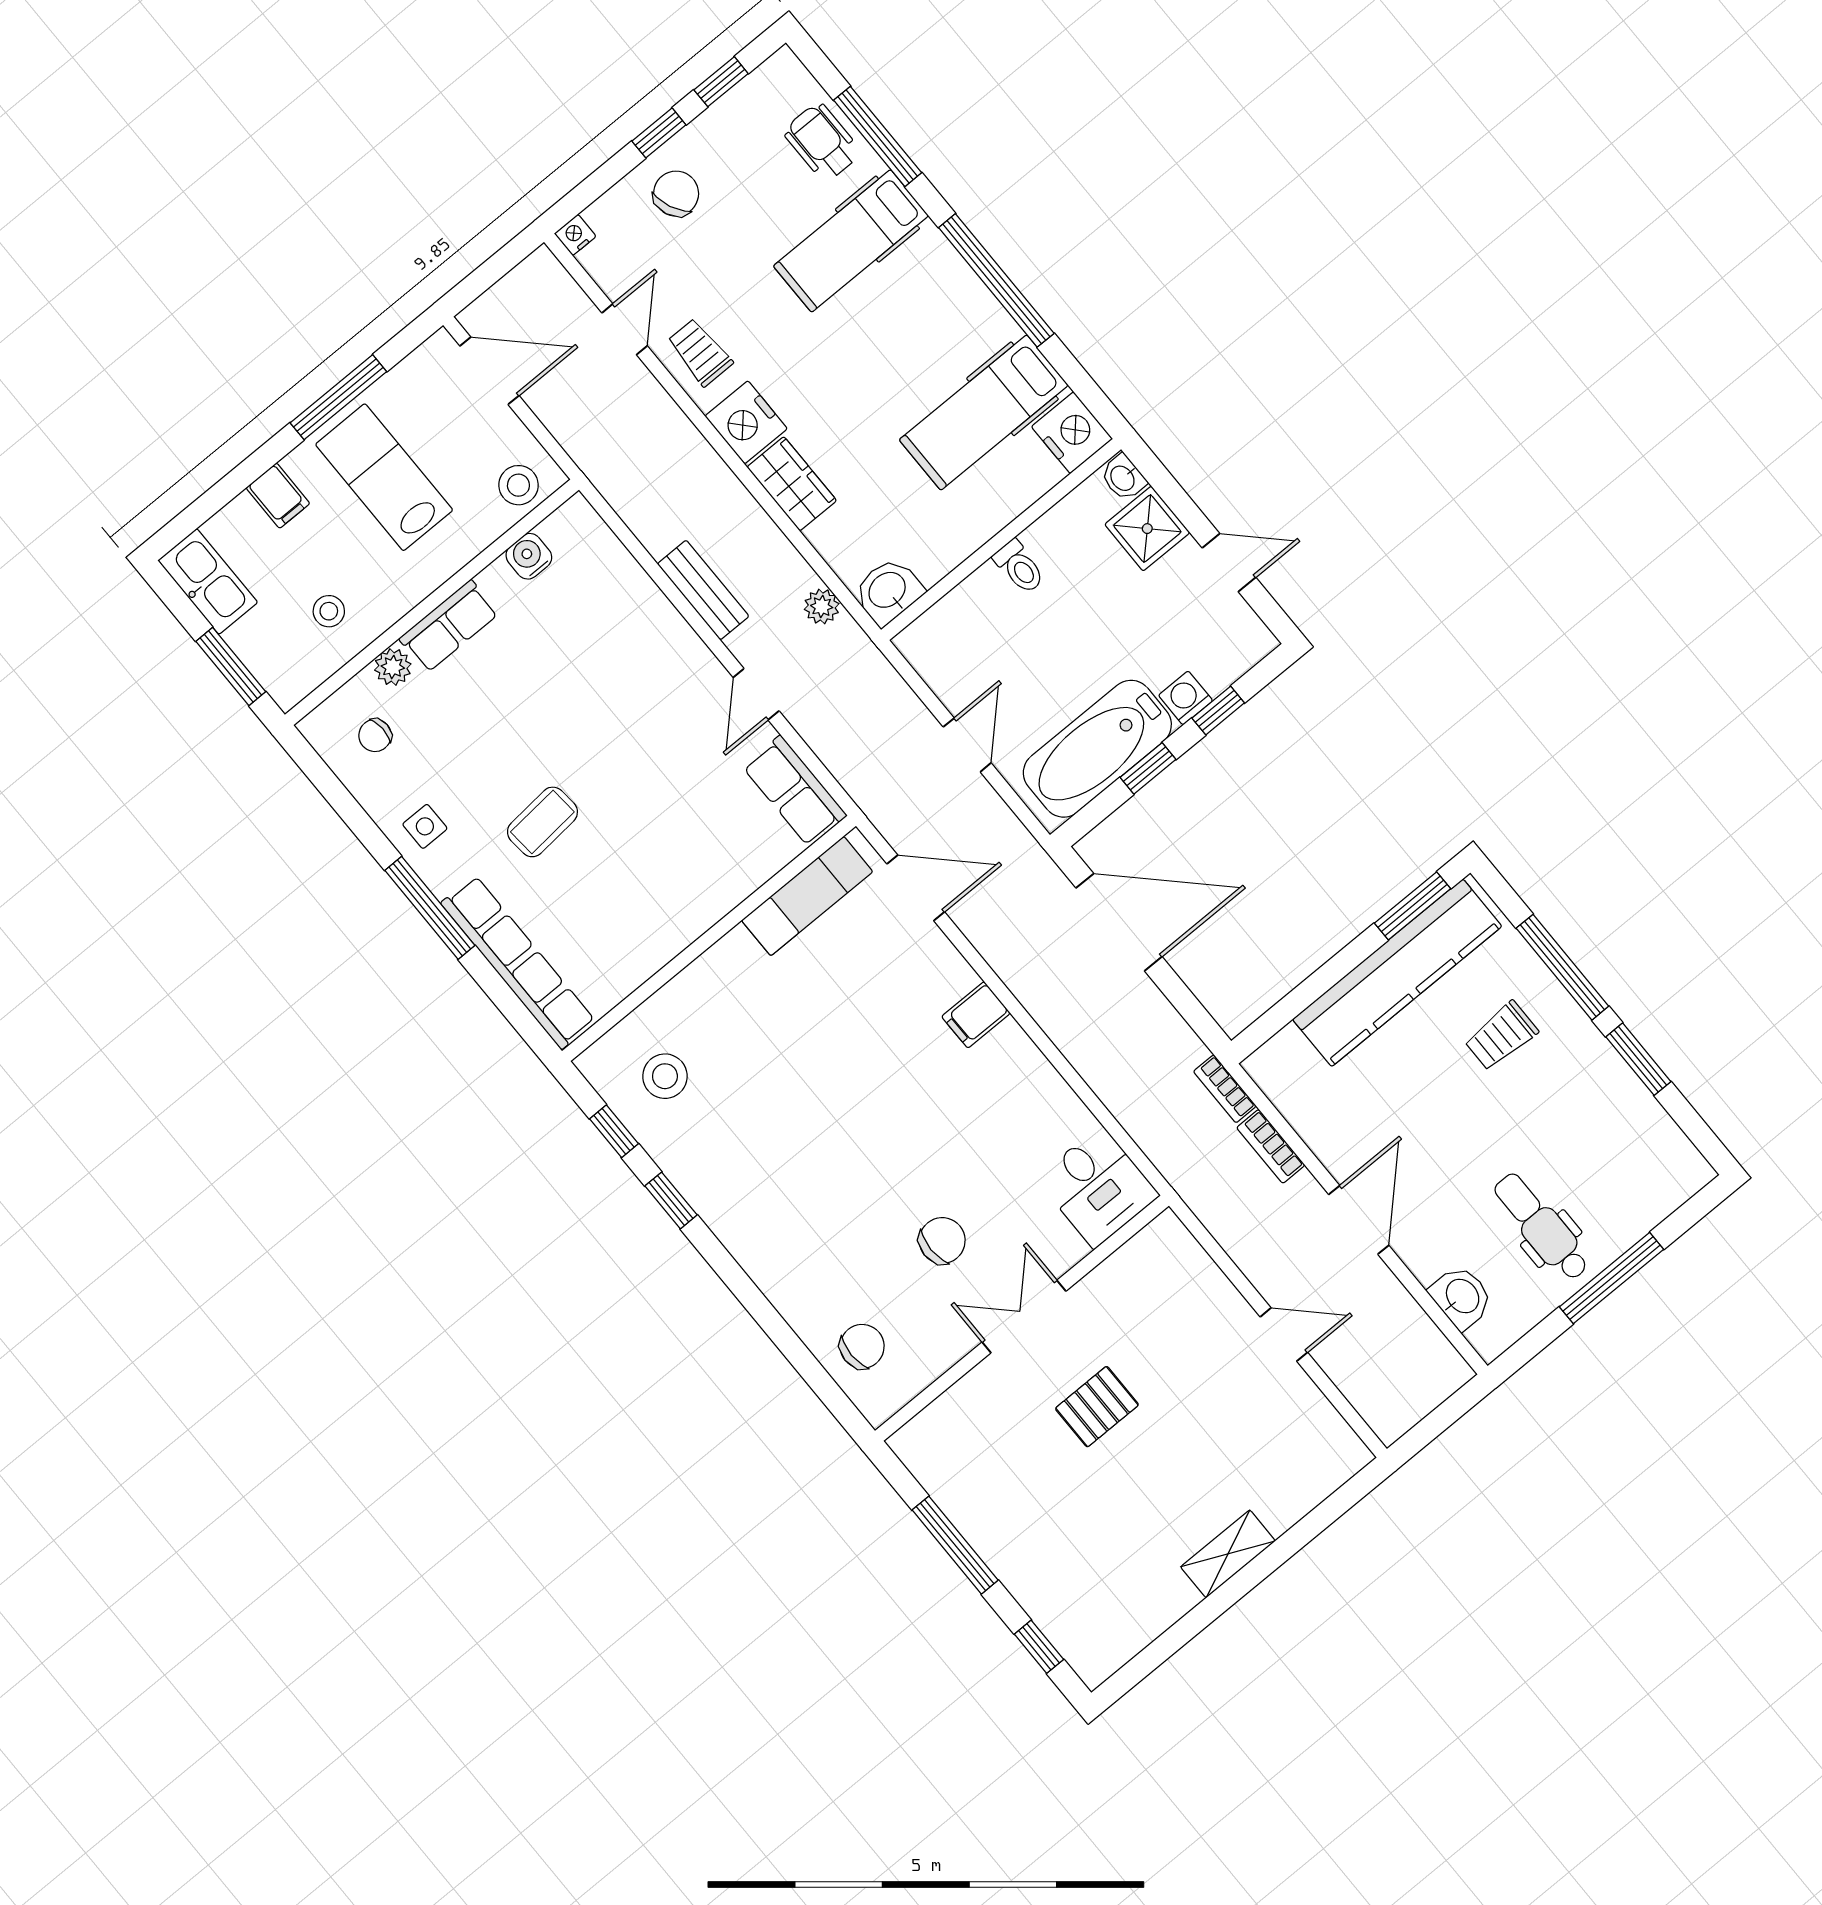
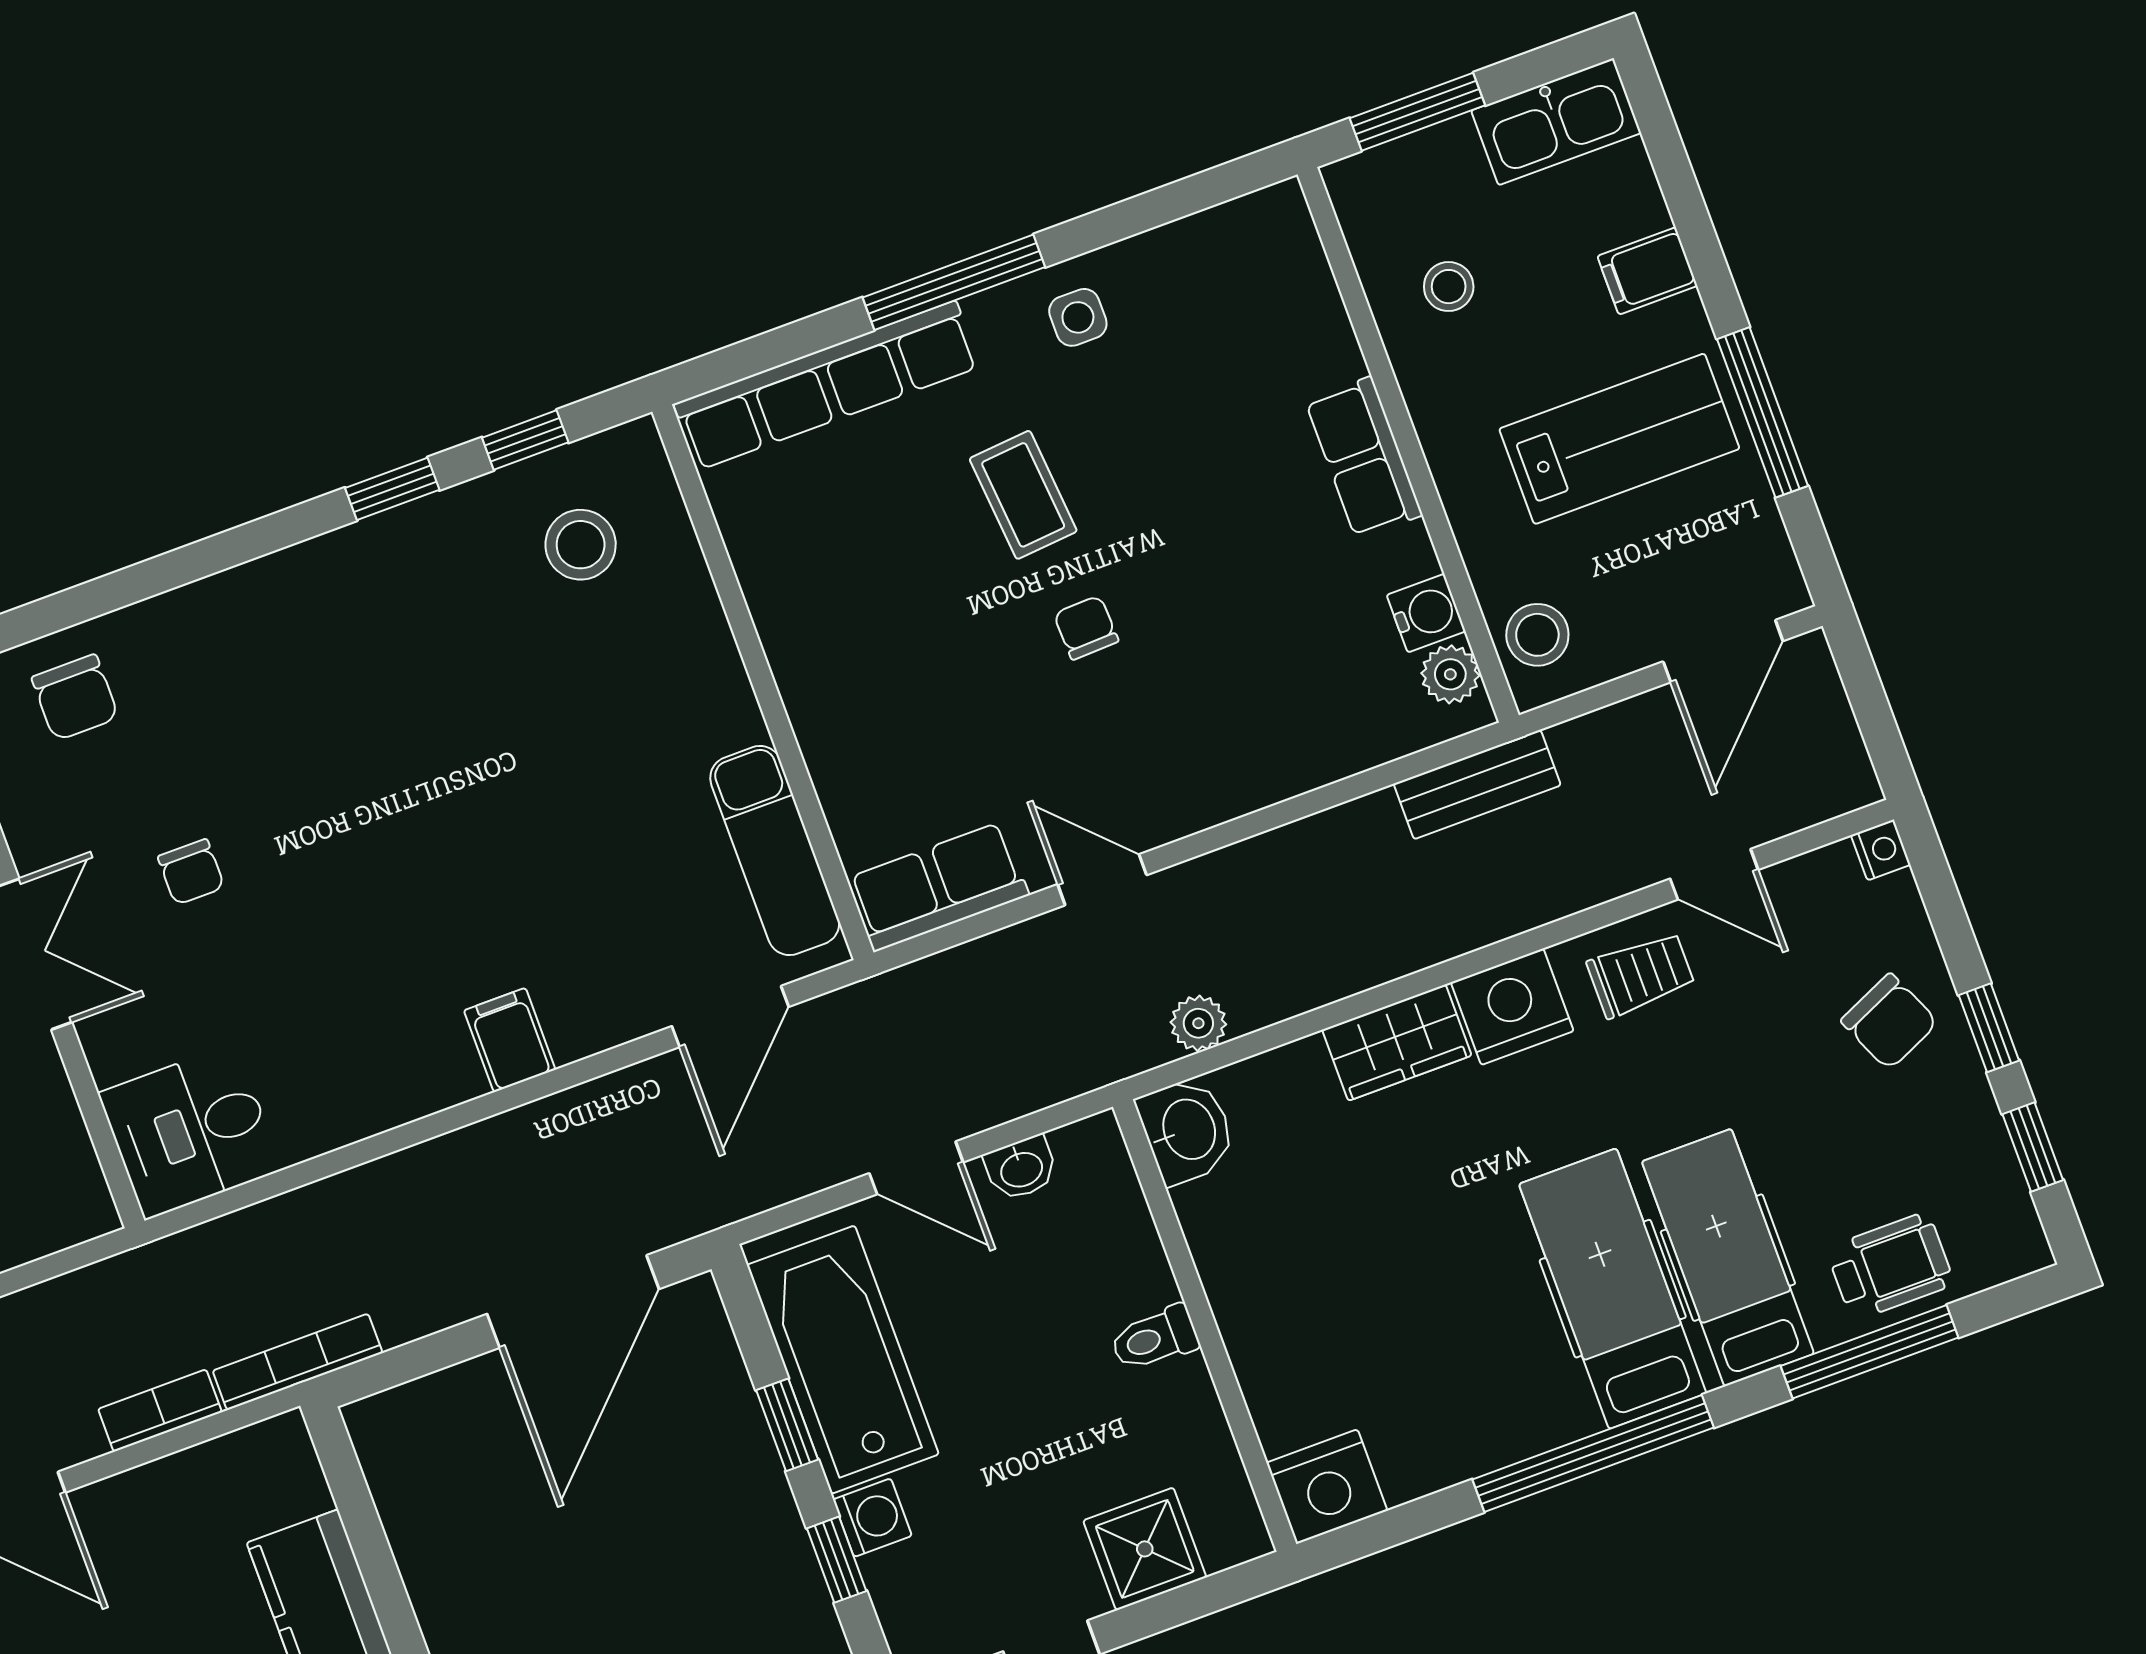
hospital bed: (984, 412) -> (1613, 1289), moved
washbasin: (1123, 478) -> (1021, 1168), moved, turned 180
bench: (703, 590) -> (1477, 785), moved
plant: (393, 667) -> (1450, 674), moved
chair: (375, 735) -> (1086, 628), moved
bookcase: (1225, 1089) -> (298, 1362), width x1.56
chair: (942, 1241) -> (191, 872), width x0.73, depth x0.73

